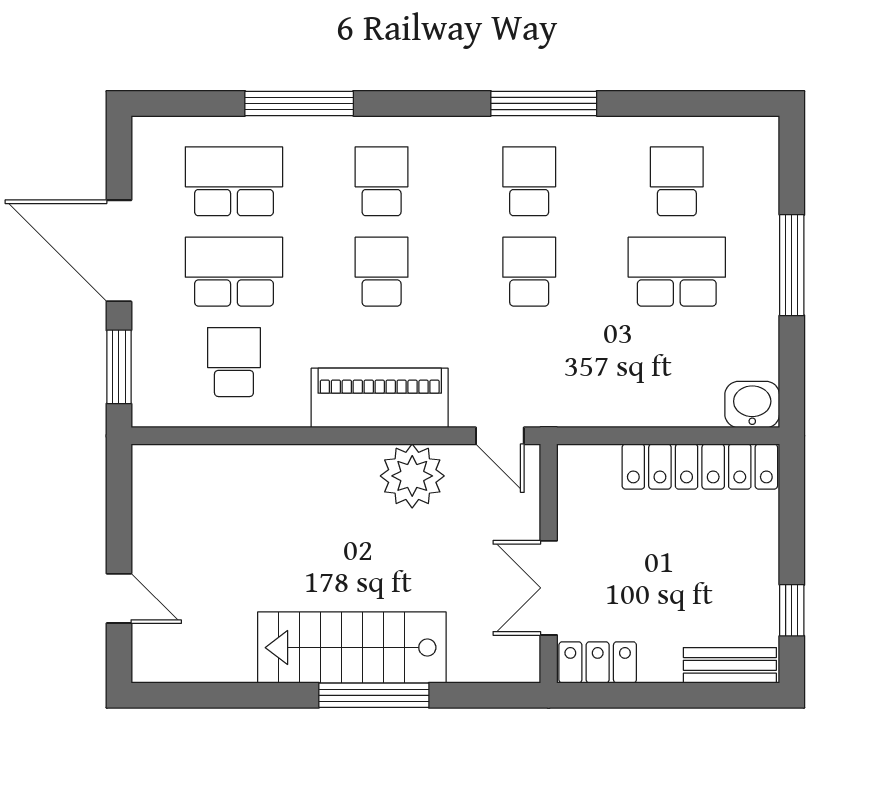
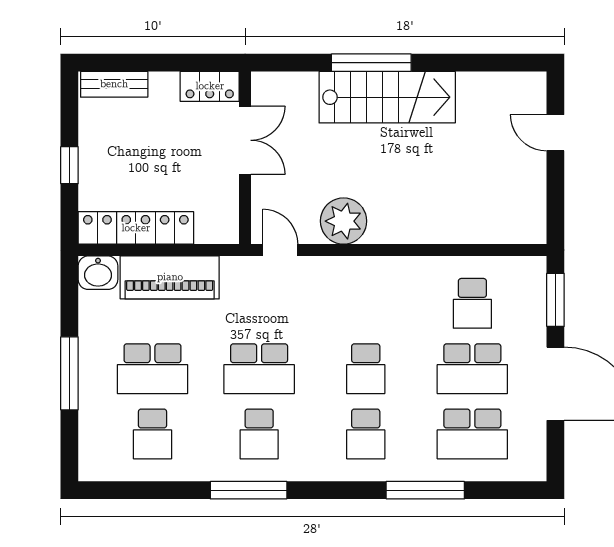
school desk: (529, 272) -> (259, 369), width x1.85
piano: (380, 398) -> (170, 277), moved
window: (792, 610) -> (69, 165), moved

